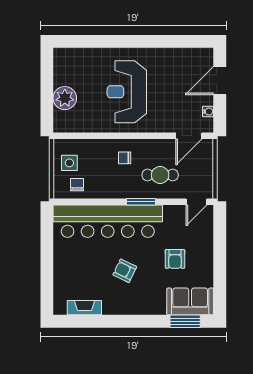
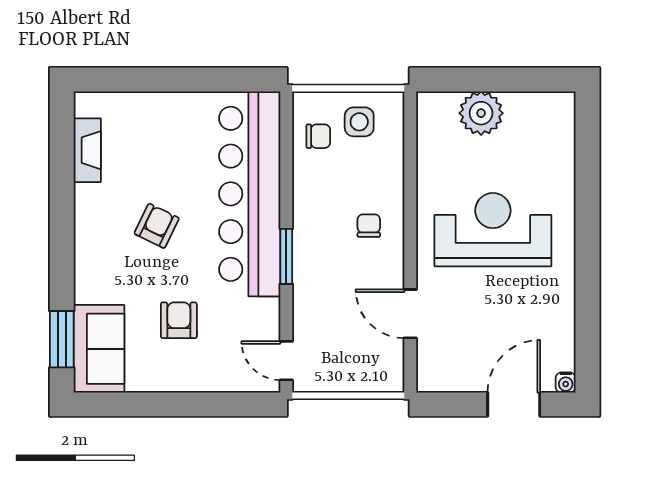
door: (220, 81) -> (514, 404), hinge flipped
water cooler: (208, 112) -> (566, 382), moved
door: (189, 136) -> (410, 314), moved
cafe table: (160, 175) -> (336, 292), removed
armchair: (175, 259) -> (179, 320), turned 90

